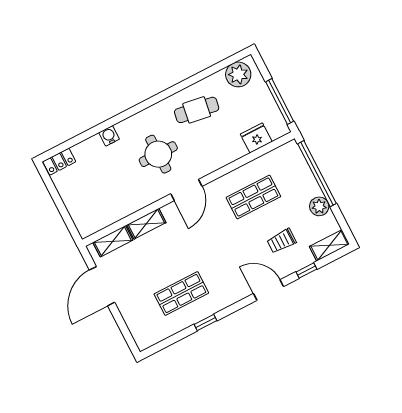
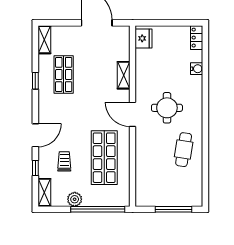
plant: (238, 74) -> (193, 190), removed
window: (280, 101) -> (174, 209), moved
water cooler: (109, 136) -> (197, 69), moved
fridge: (256, 138) -> (144, 38), moved
shop shelf: (253, 197) -> (104, 158), width x1.43, depth x1.36
shelving: (113, 241) -> (44, 40), moved

